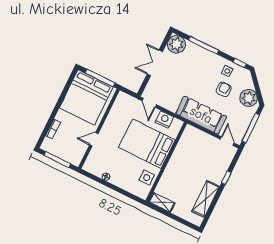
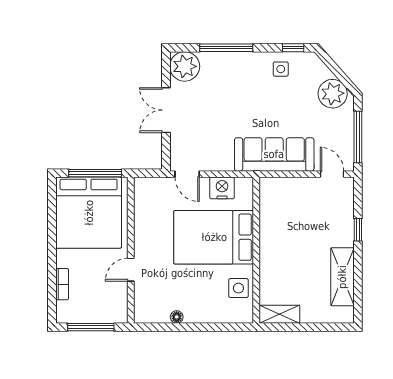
armchair: (224, 89) -> (289, 99), removed

